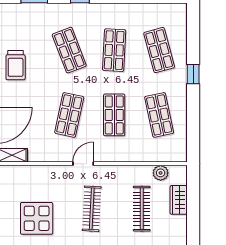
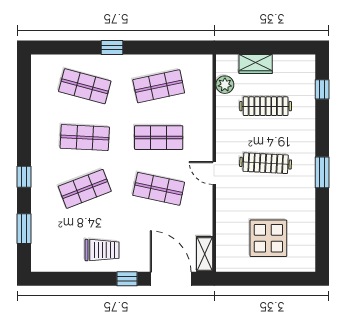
shop shelf: (159, 50) -> (85, 86), turned 30
display table: (37, 218) -> (268, 238), moved

